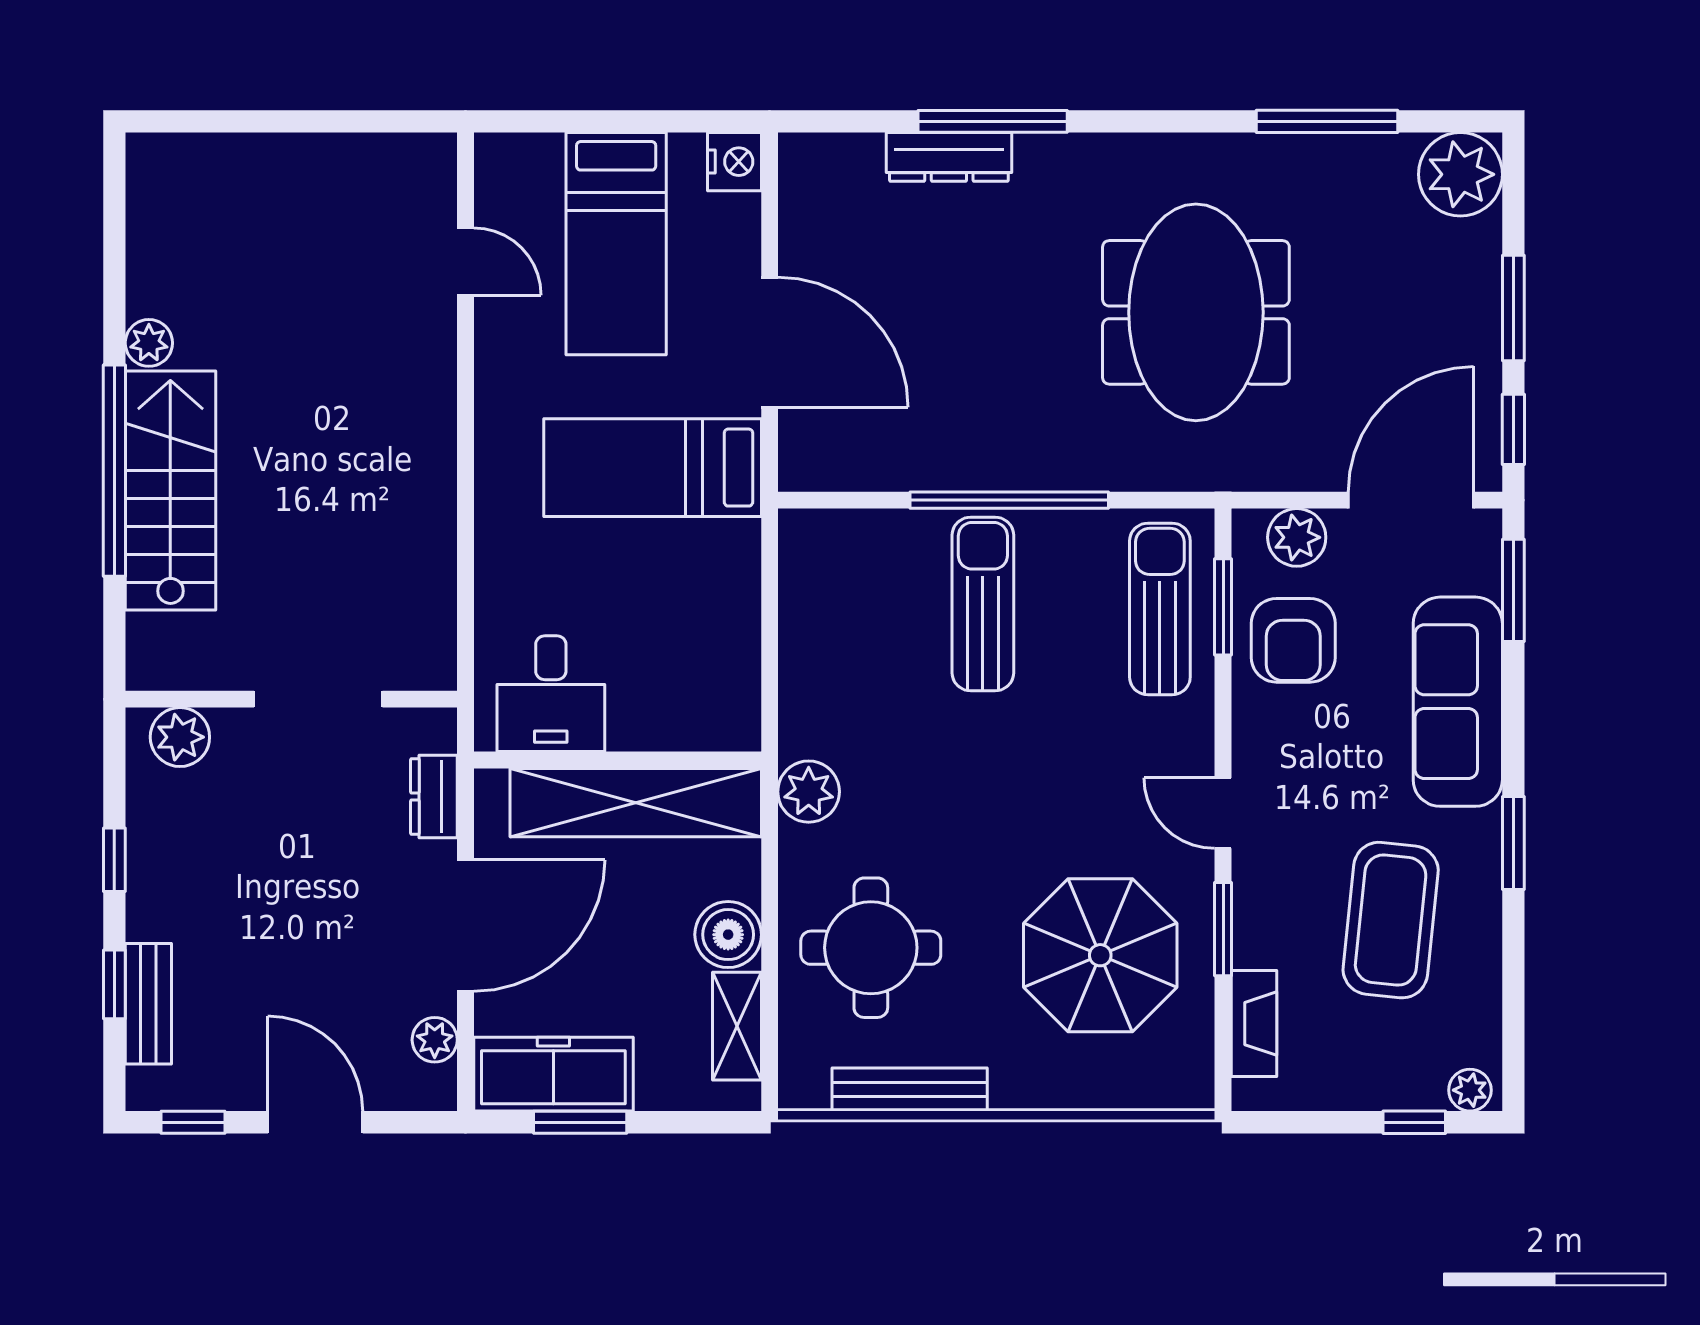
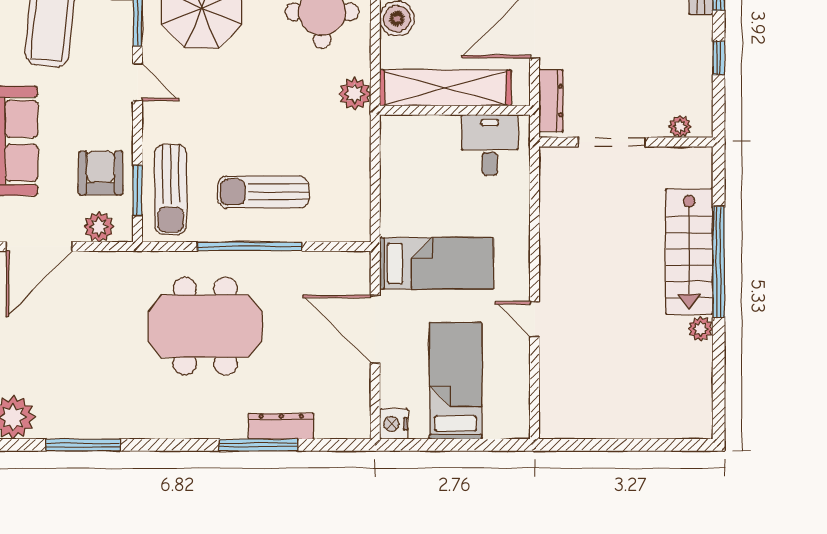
door: (465, 261) -> (535, 319), moved
meeting table: (1196, 312) -> (205, 326), moved, turned 90
sun lounger: (983, 604) -> (263, 192), turned 90
plant: (180, 737) -> (680, 126), width x0.73, depth x0.73
dresser: (434, 796) -> (551, 101), width x1.44

